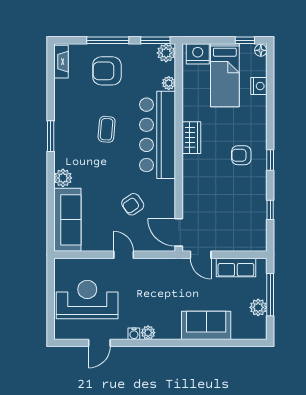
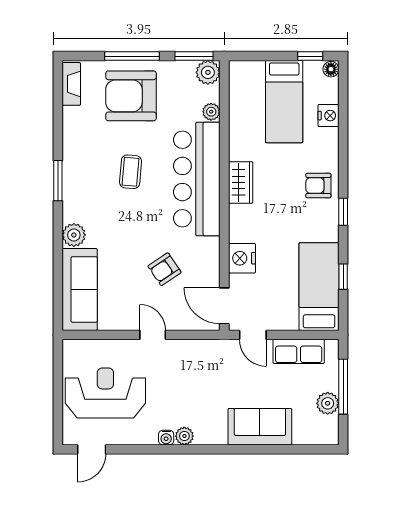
nightstand: (198, 54) -> (242, 258), moved, turned -90
armchair: (107, 71) -> (131, 96), width x1.36, depth x1.36
armchair: (241, 155) -> (318, 185), moved
bed: (252, 218) -> (319, 287), added
door: (99, 343) -> (92, 449), moved

